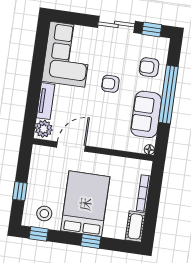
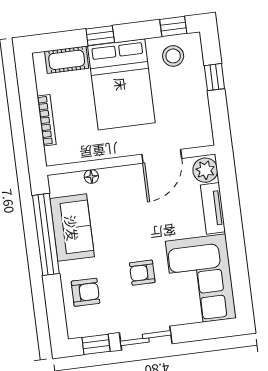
armchair: (110, 84) -> (142, 273), moved, turned 180
window: (168, 95) -> (46, 234), moved
floor lamp: (149, 150) -> (91, 177), moved
cot: (135, 226) -> (67, 60), moved, turned 90

